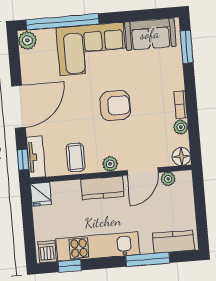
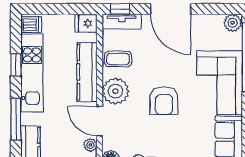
plant: (110, 164) -> (115, 91), width x1.88, depth x1.88
kitchen counter: (102, 188) -> (87, 72), width x1.50
window: (70, 266) -> (16, 65), moved

